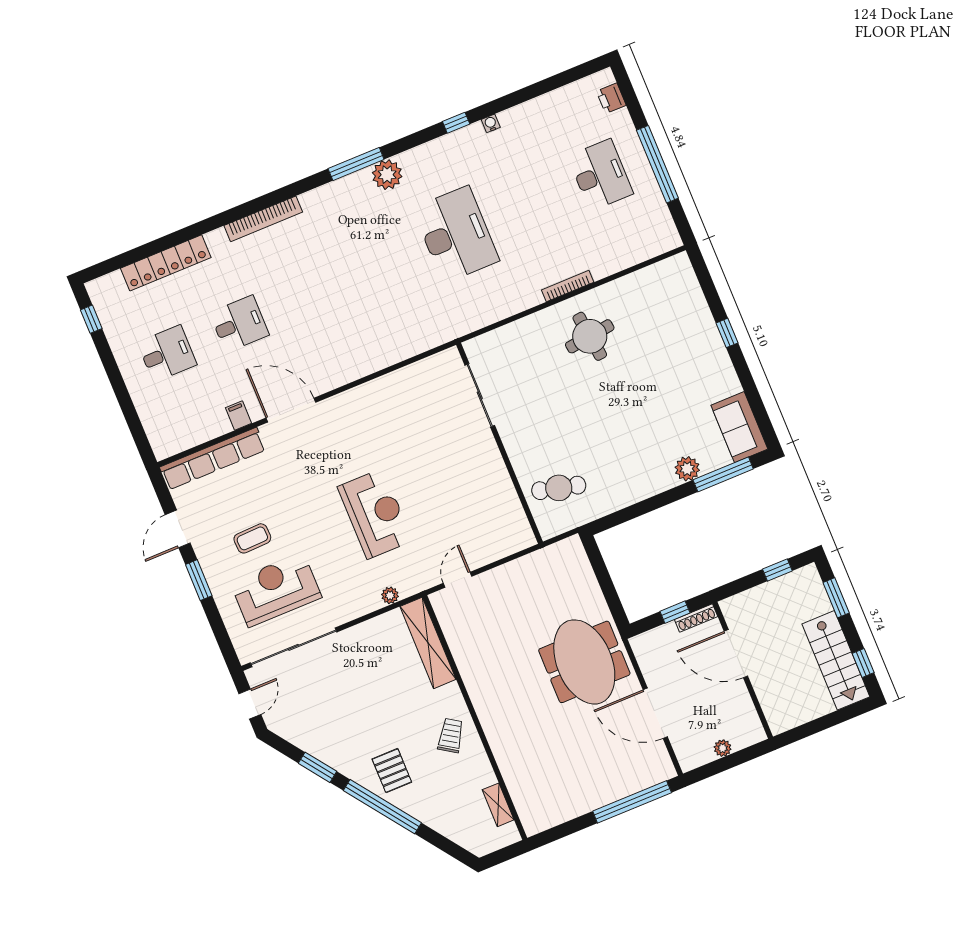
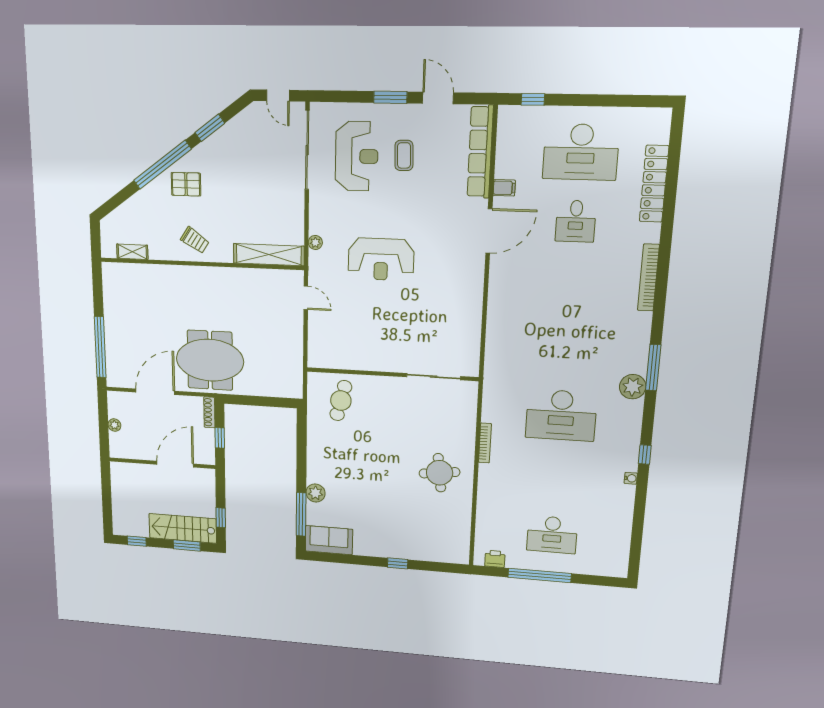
printer: (611, 98) -> (495, 559), moved
bookcase: (568, 286) -> (485, 443), moved
window: (91, 319) -> (533, 99), moved
desk: (167, 354) -> (581, 152), width x1.87, depth x1.30
shoe rack: (696, 618) -> (209, 412), moved
stairs: (836, 660) -> (183, 528), moved

